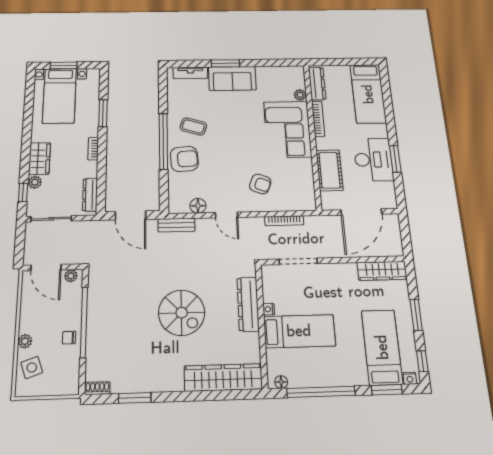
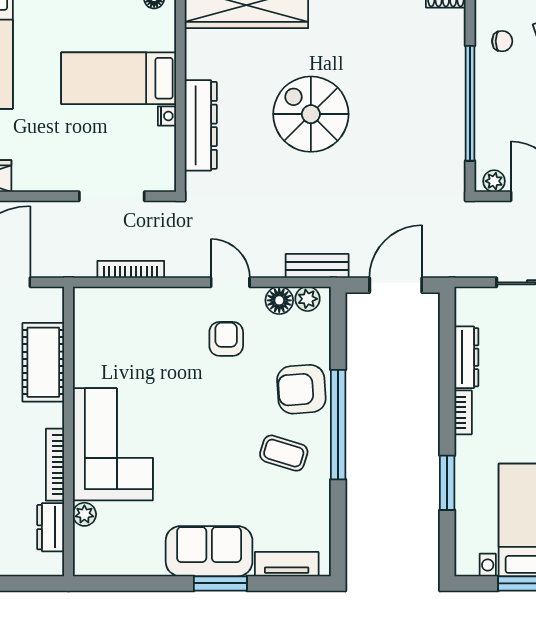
dresser: (317, 84) -> (51, 527), width x0.70
armchair: (260, 184) -> (226, 339), moved, turned 69
dresser: (90, 195) -> (466, 357), moved
plant: (182, 207) -> (308, 299), added
door: (131, 215) -> (396, 285), hinge flipped
chair: (69, 338) -> (502, 41), moved

